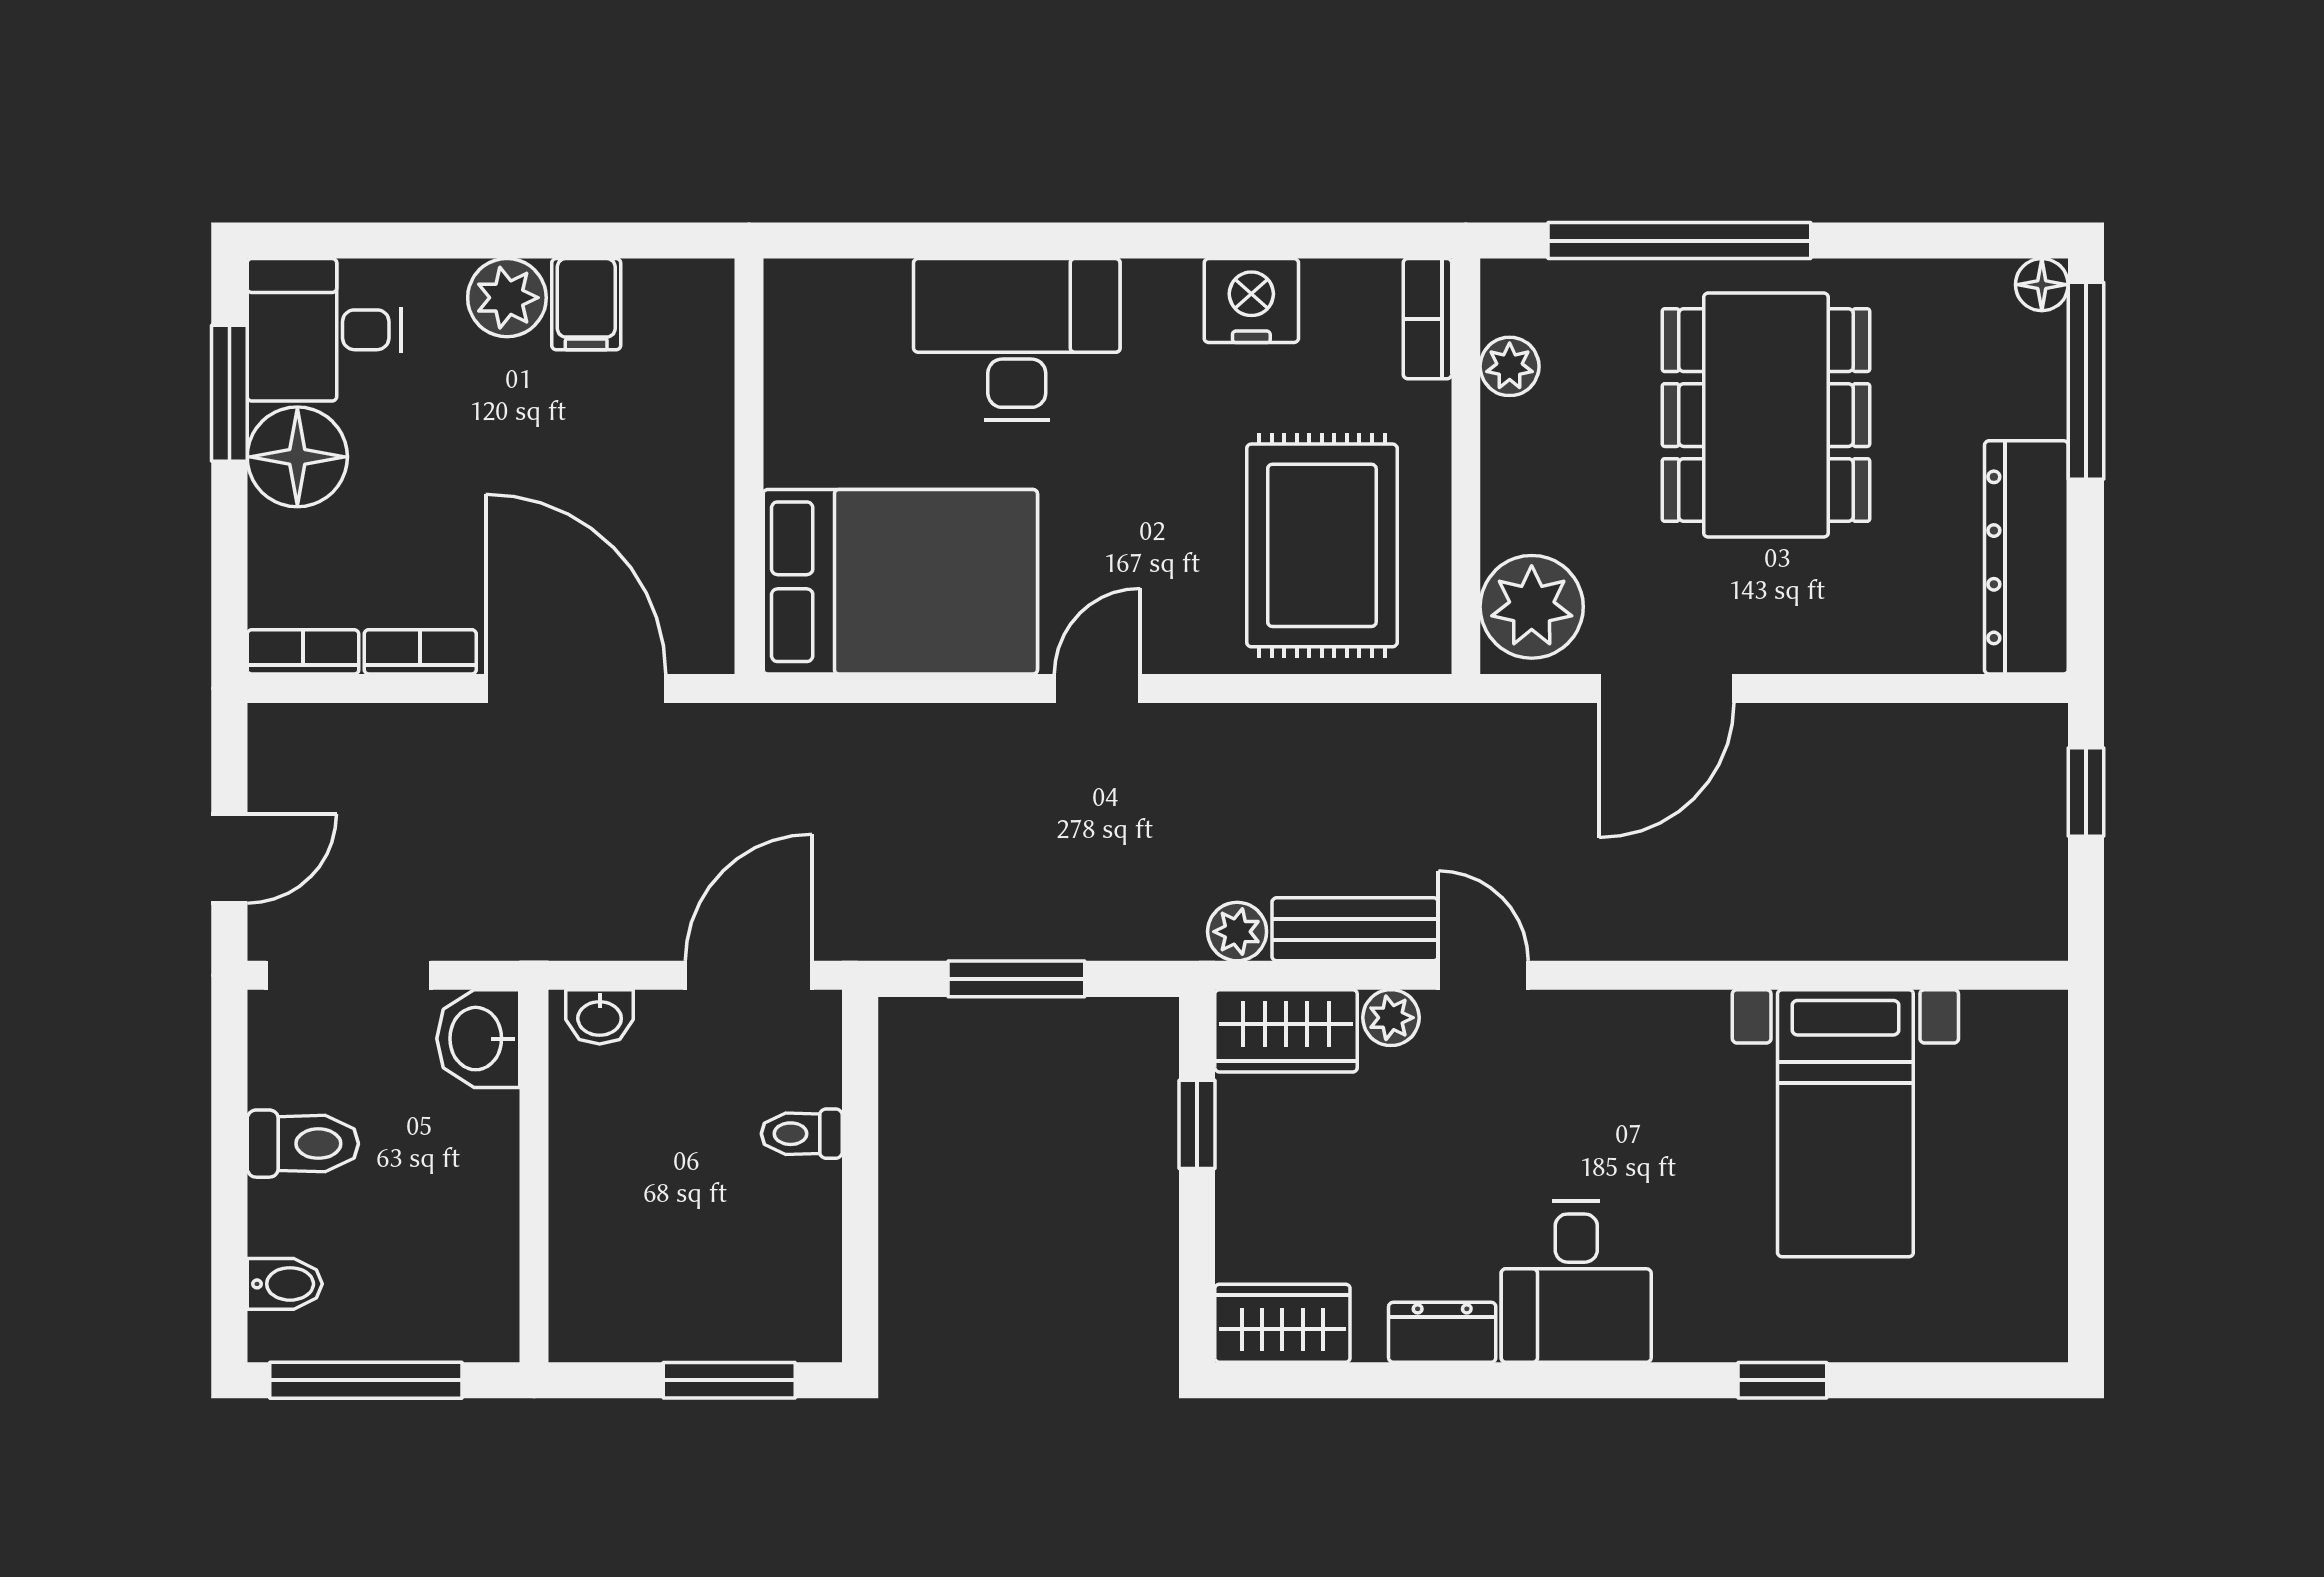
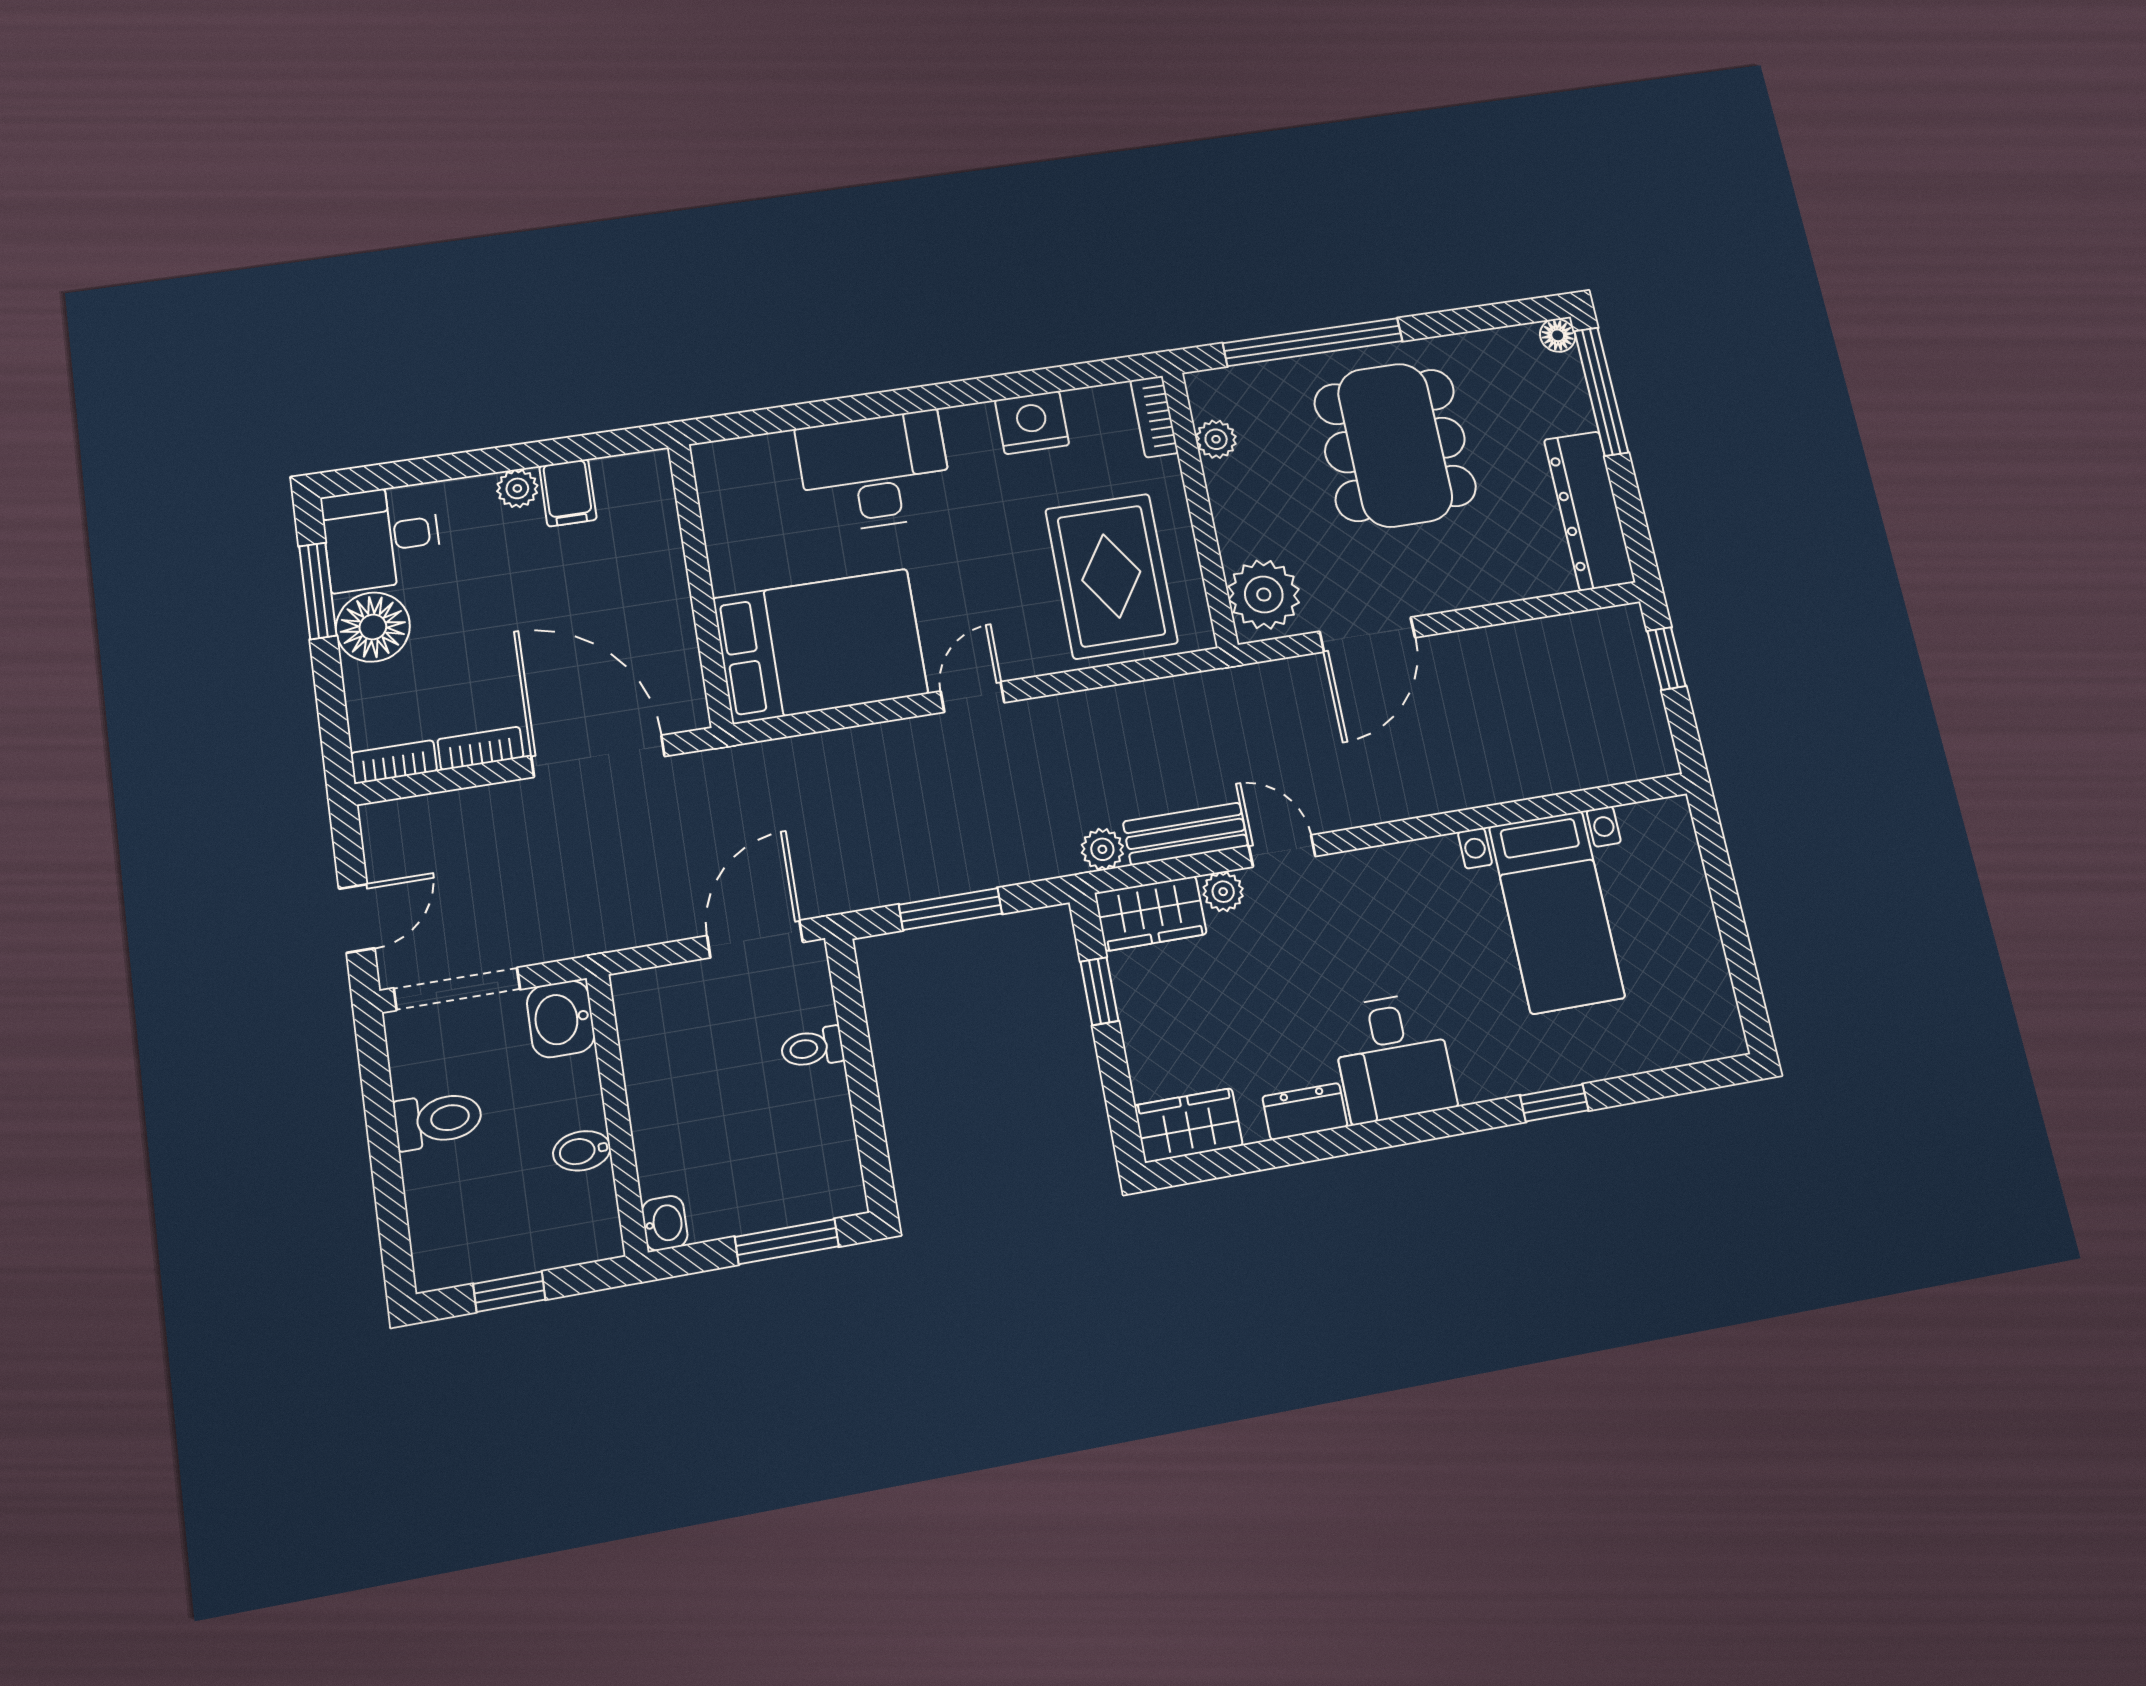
plant: (507, 298) -> (517, 488), width x0.73, depth x0.73
washbasin: (600, 1017) -> (665, 1223), moved, turned -90
bidet: (285, 1284) -> (582, 1151), moved, turned 180
window: (366, 1380) -> (509, 1292), width x0.46

